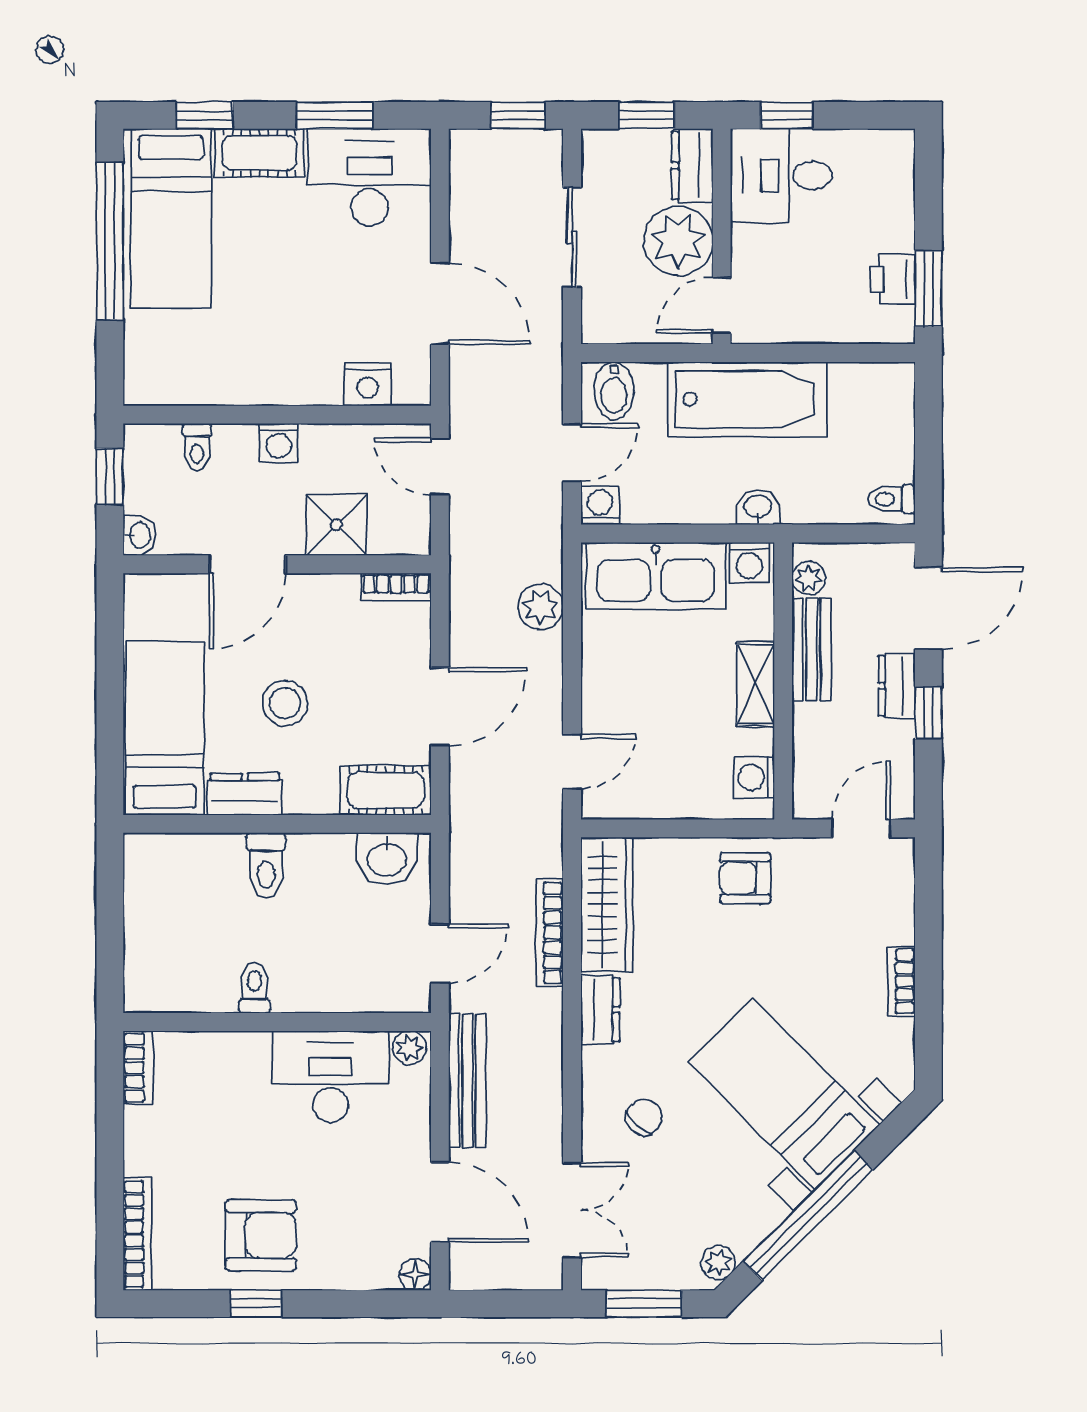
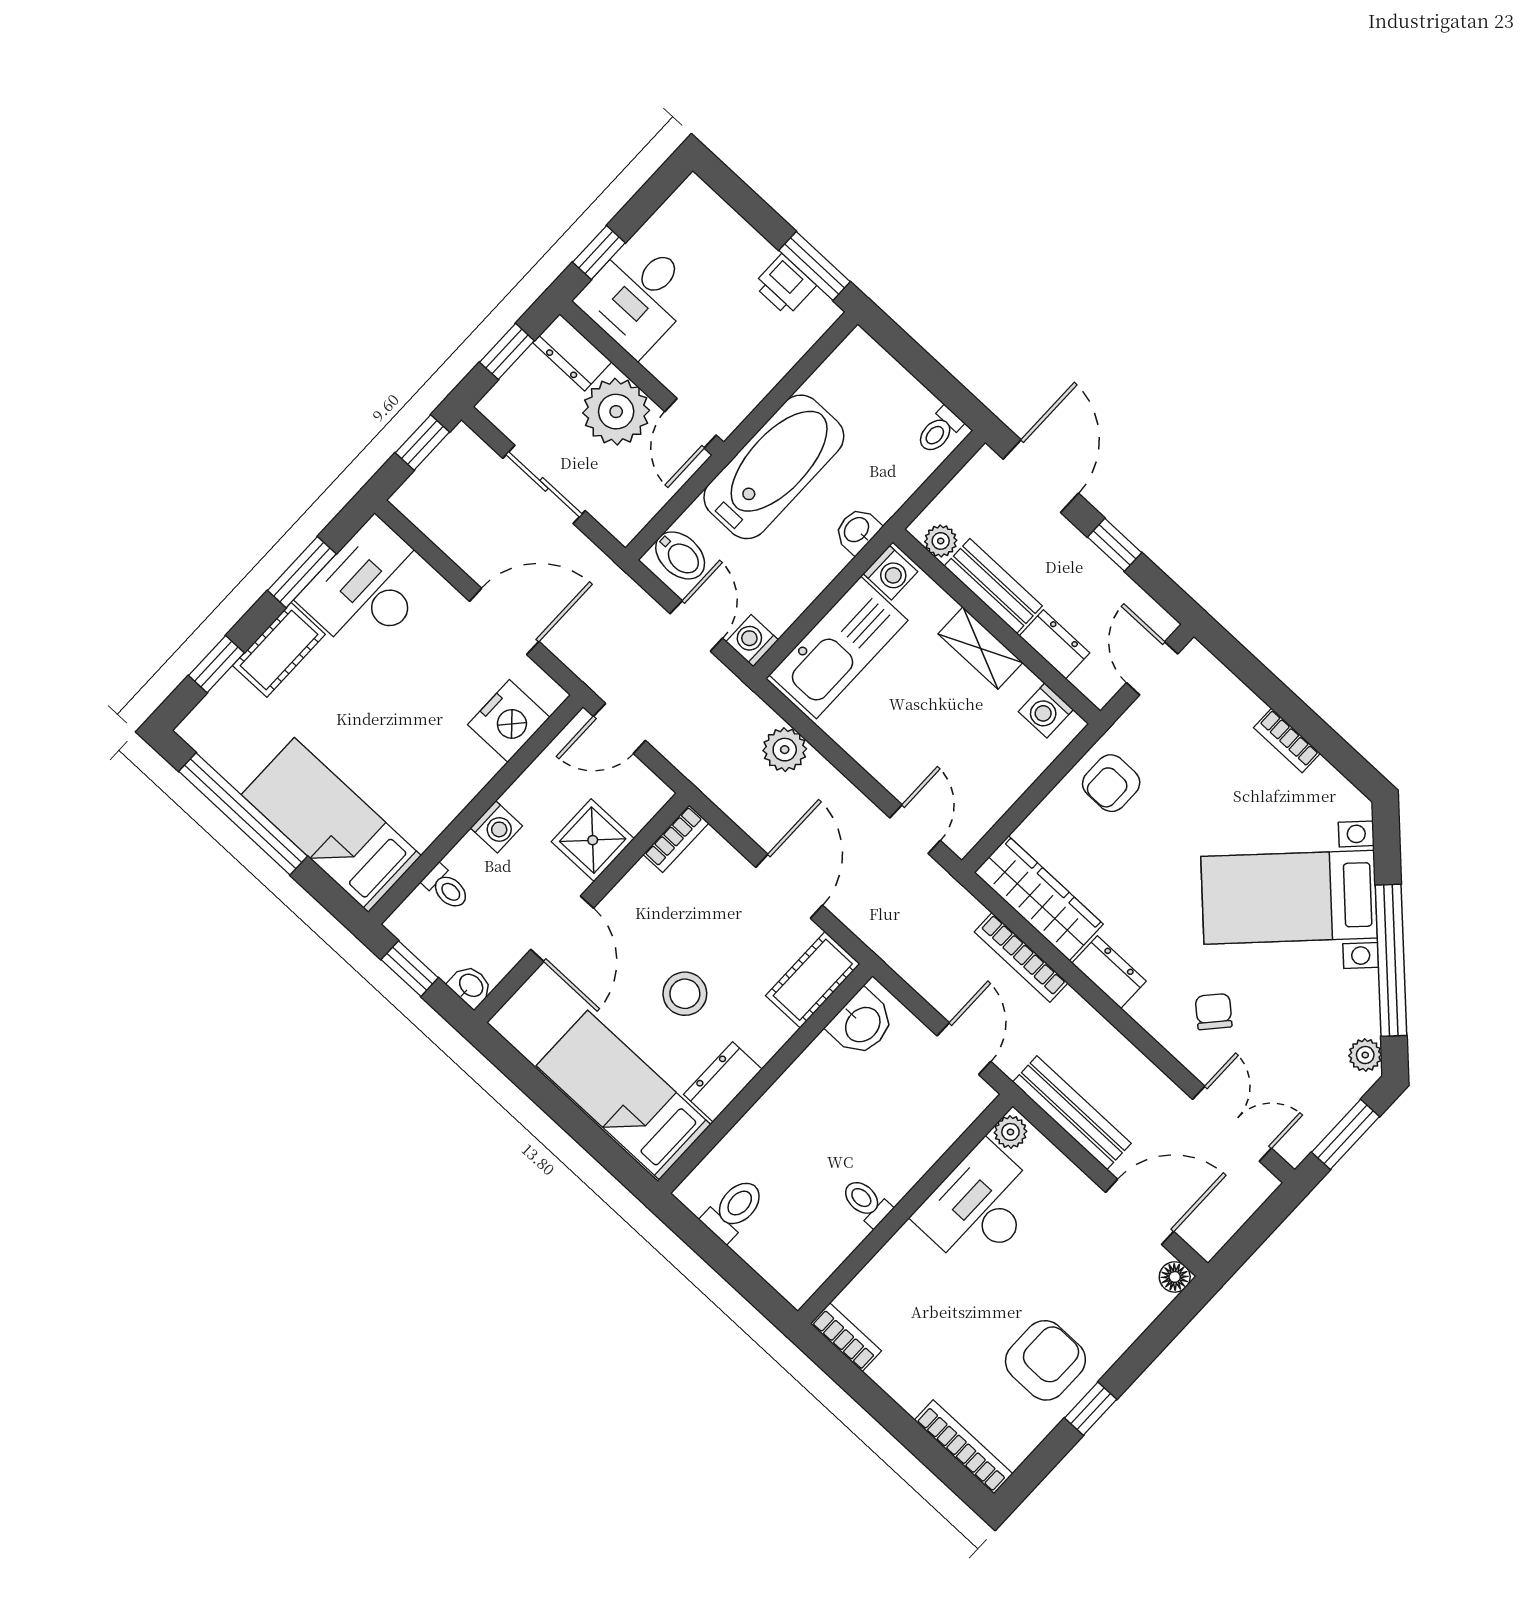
bed: (171, 218) -> (331, 825), moved, turned 180
nightstand: (368, 384) -> (509, 721), width x1.36, depth x1.33
dresser: (897, 686) -> (1054, 644), moved, turned 180
toilet: (266, 865) -> (734, 1209), moved, turned -90

